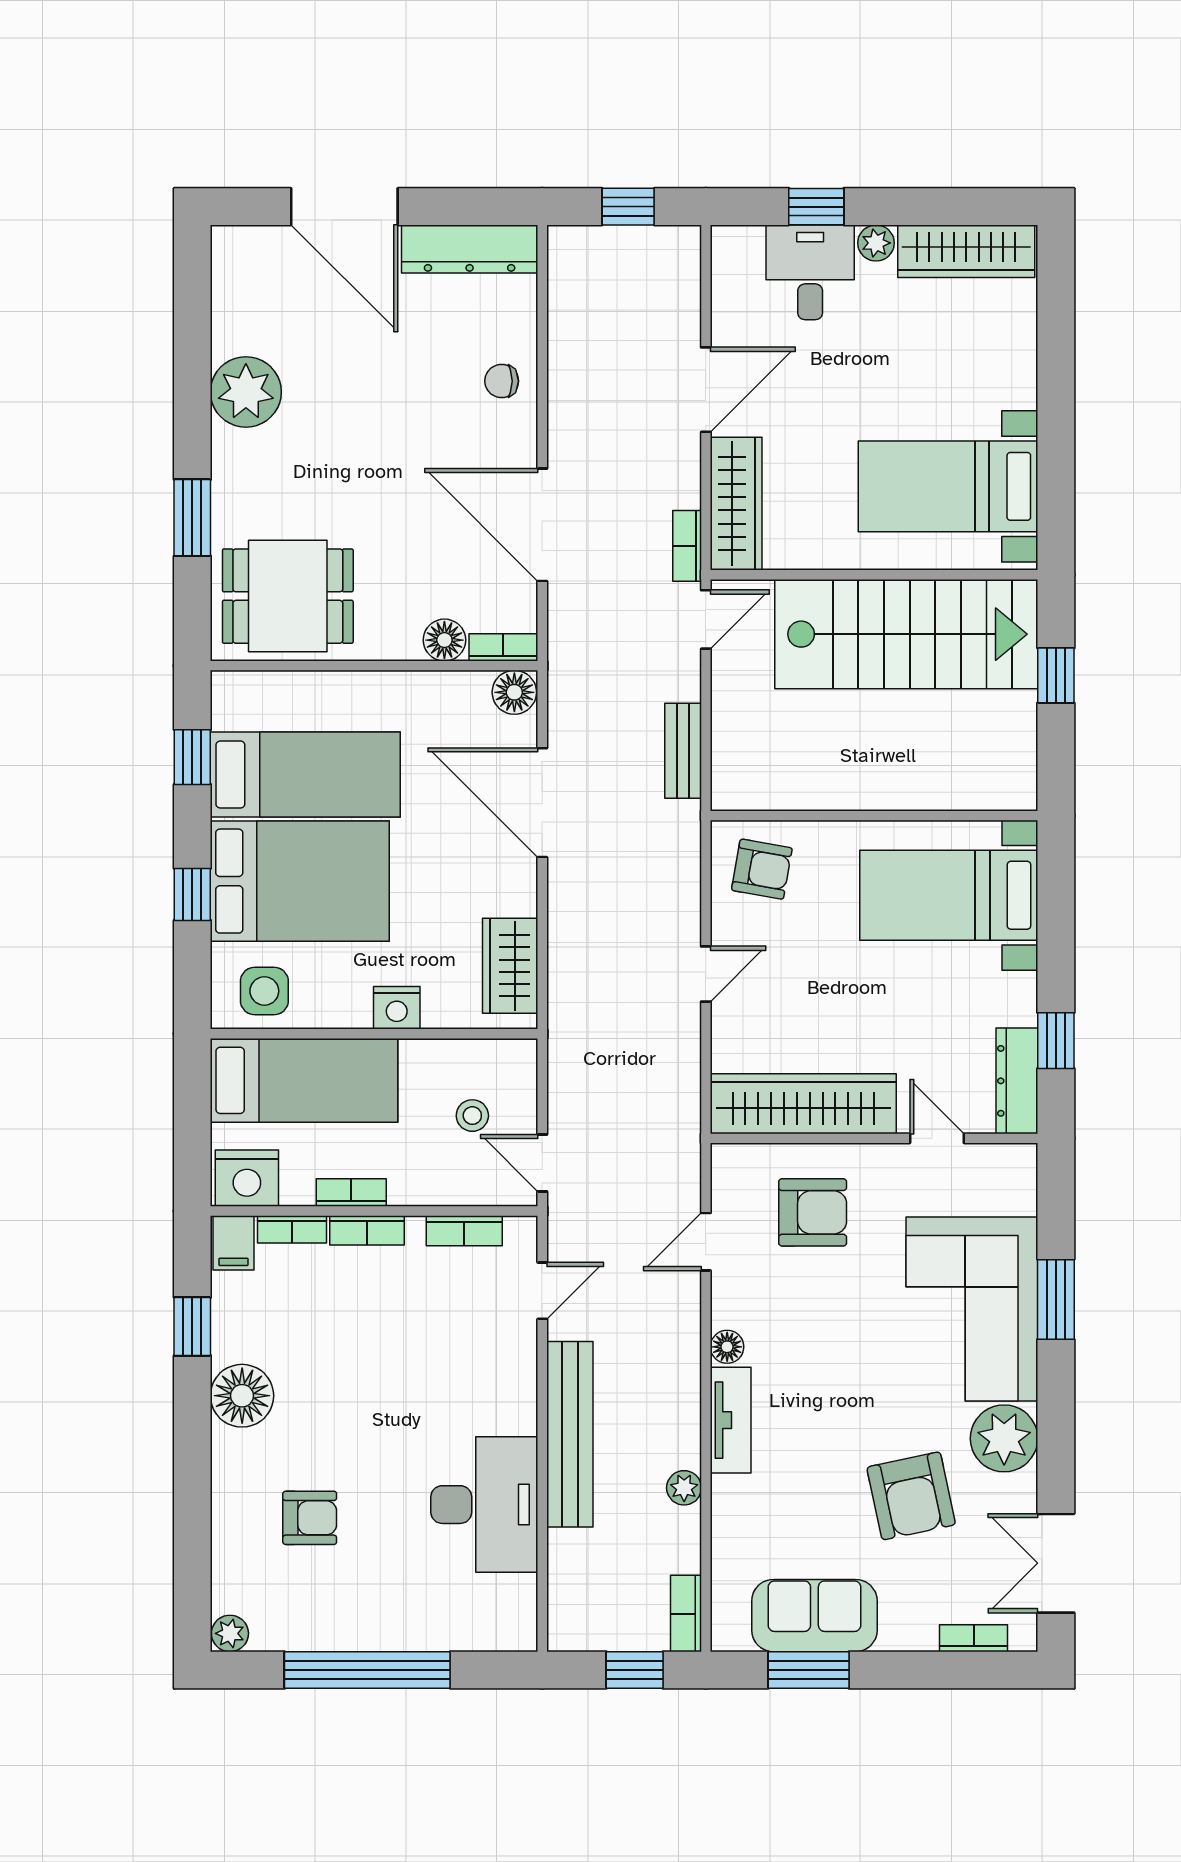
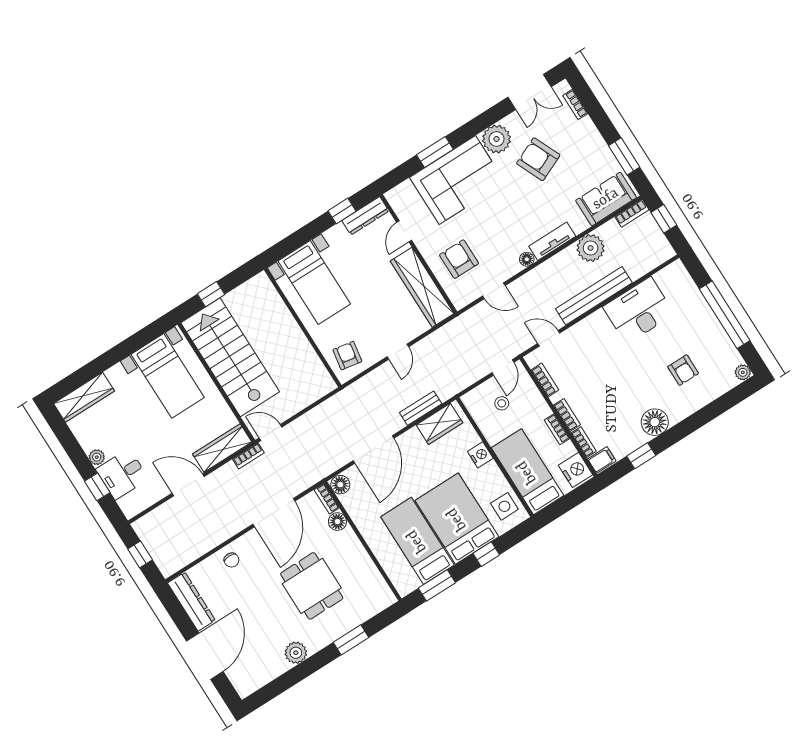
wardrobe: (966, 251) -> (84, 397), moved, turned 90
plant: (246, 392) -> (296, 653), width x0.73, depth x0.73
dining table: (288, 596) -> (312, 586), moved
bench: (683, 751) -> (421, 408), moved
window: (192, 757) -> (437, 585), width x1.50
door: (706, 974) -> (398, 352), swing flipped
plant: (684, 1488) -> (591, 248), width x1.88, depth x1.88
armchair: (911, 1496) -> (538, 159), turned -102
armchair: (310, 1518) -> (683, 370), turned 180
sofa: (814, 1616) -> (606, 199), moved, turned 90

